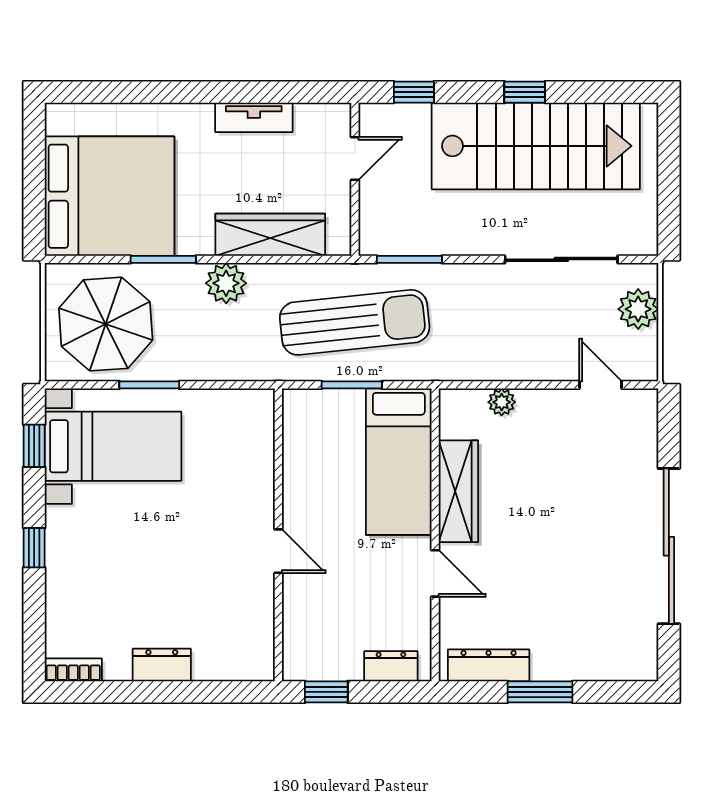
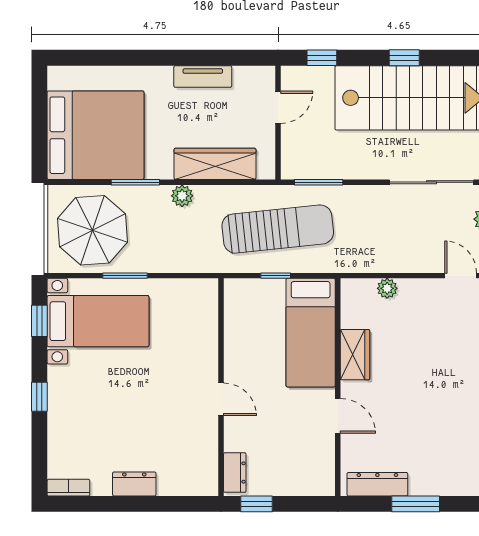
plant: (226, 283) -> (182, 196), width x0.73, depth x0.73
window: (352, 385) -> (276, 276), width x0.67
wardrobe: (458, 491) -> (355, 355), width x0.67
dresser: (391, 666) -> (235, 473), moved, turned 90

